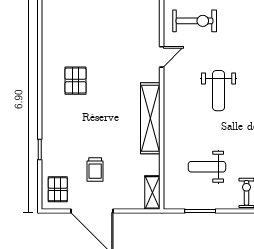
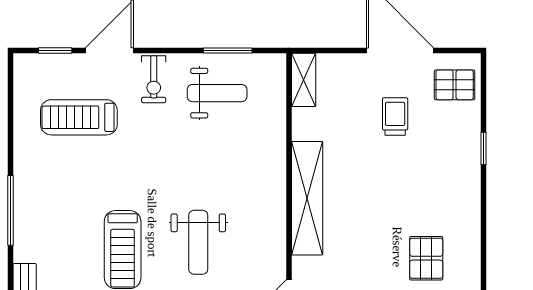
weight bench: (219, 91) -> (198, 242), turned 180
weight bench: (207, 167) -> (217, 93), moved
pallet: (58, 189) -> (455, 85), turned 90

